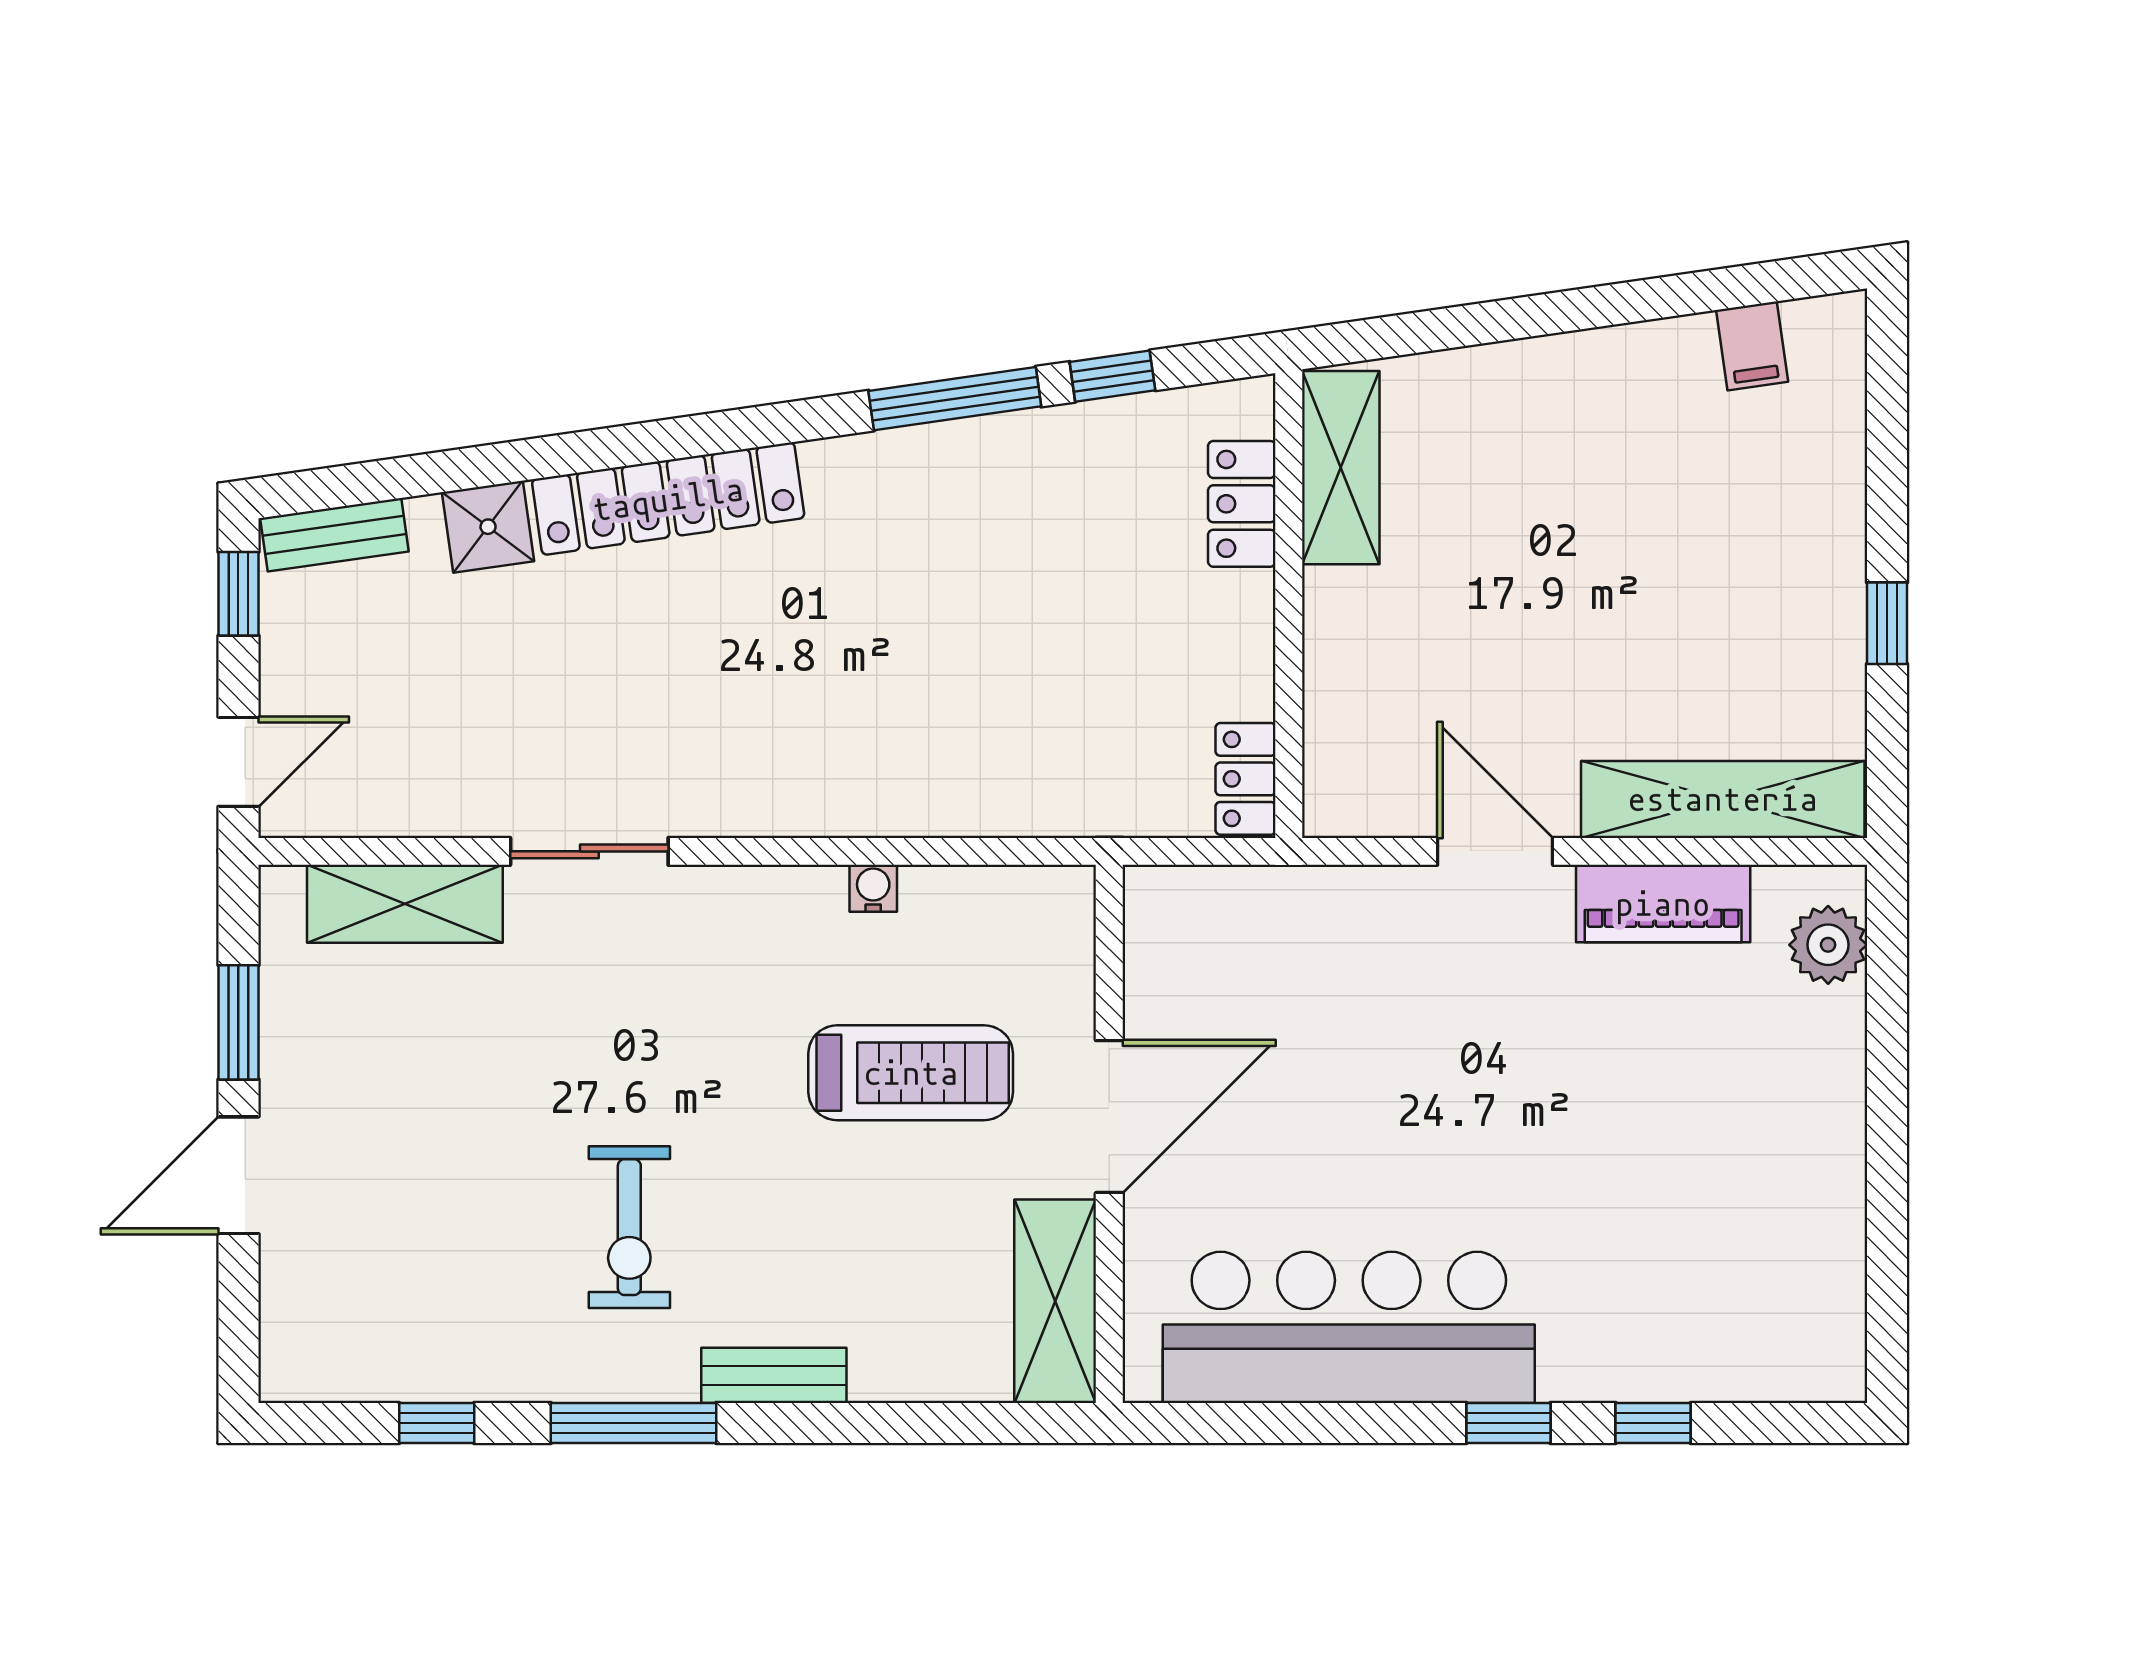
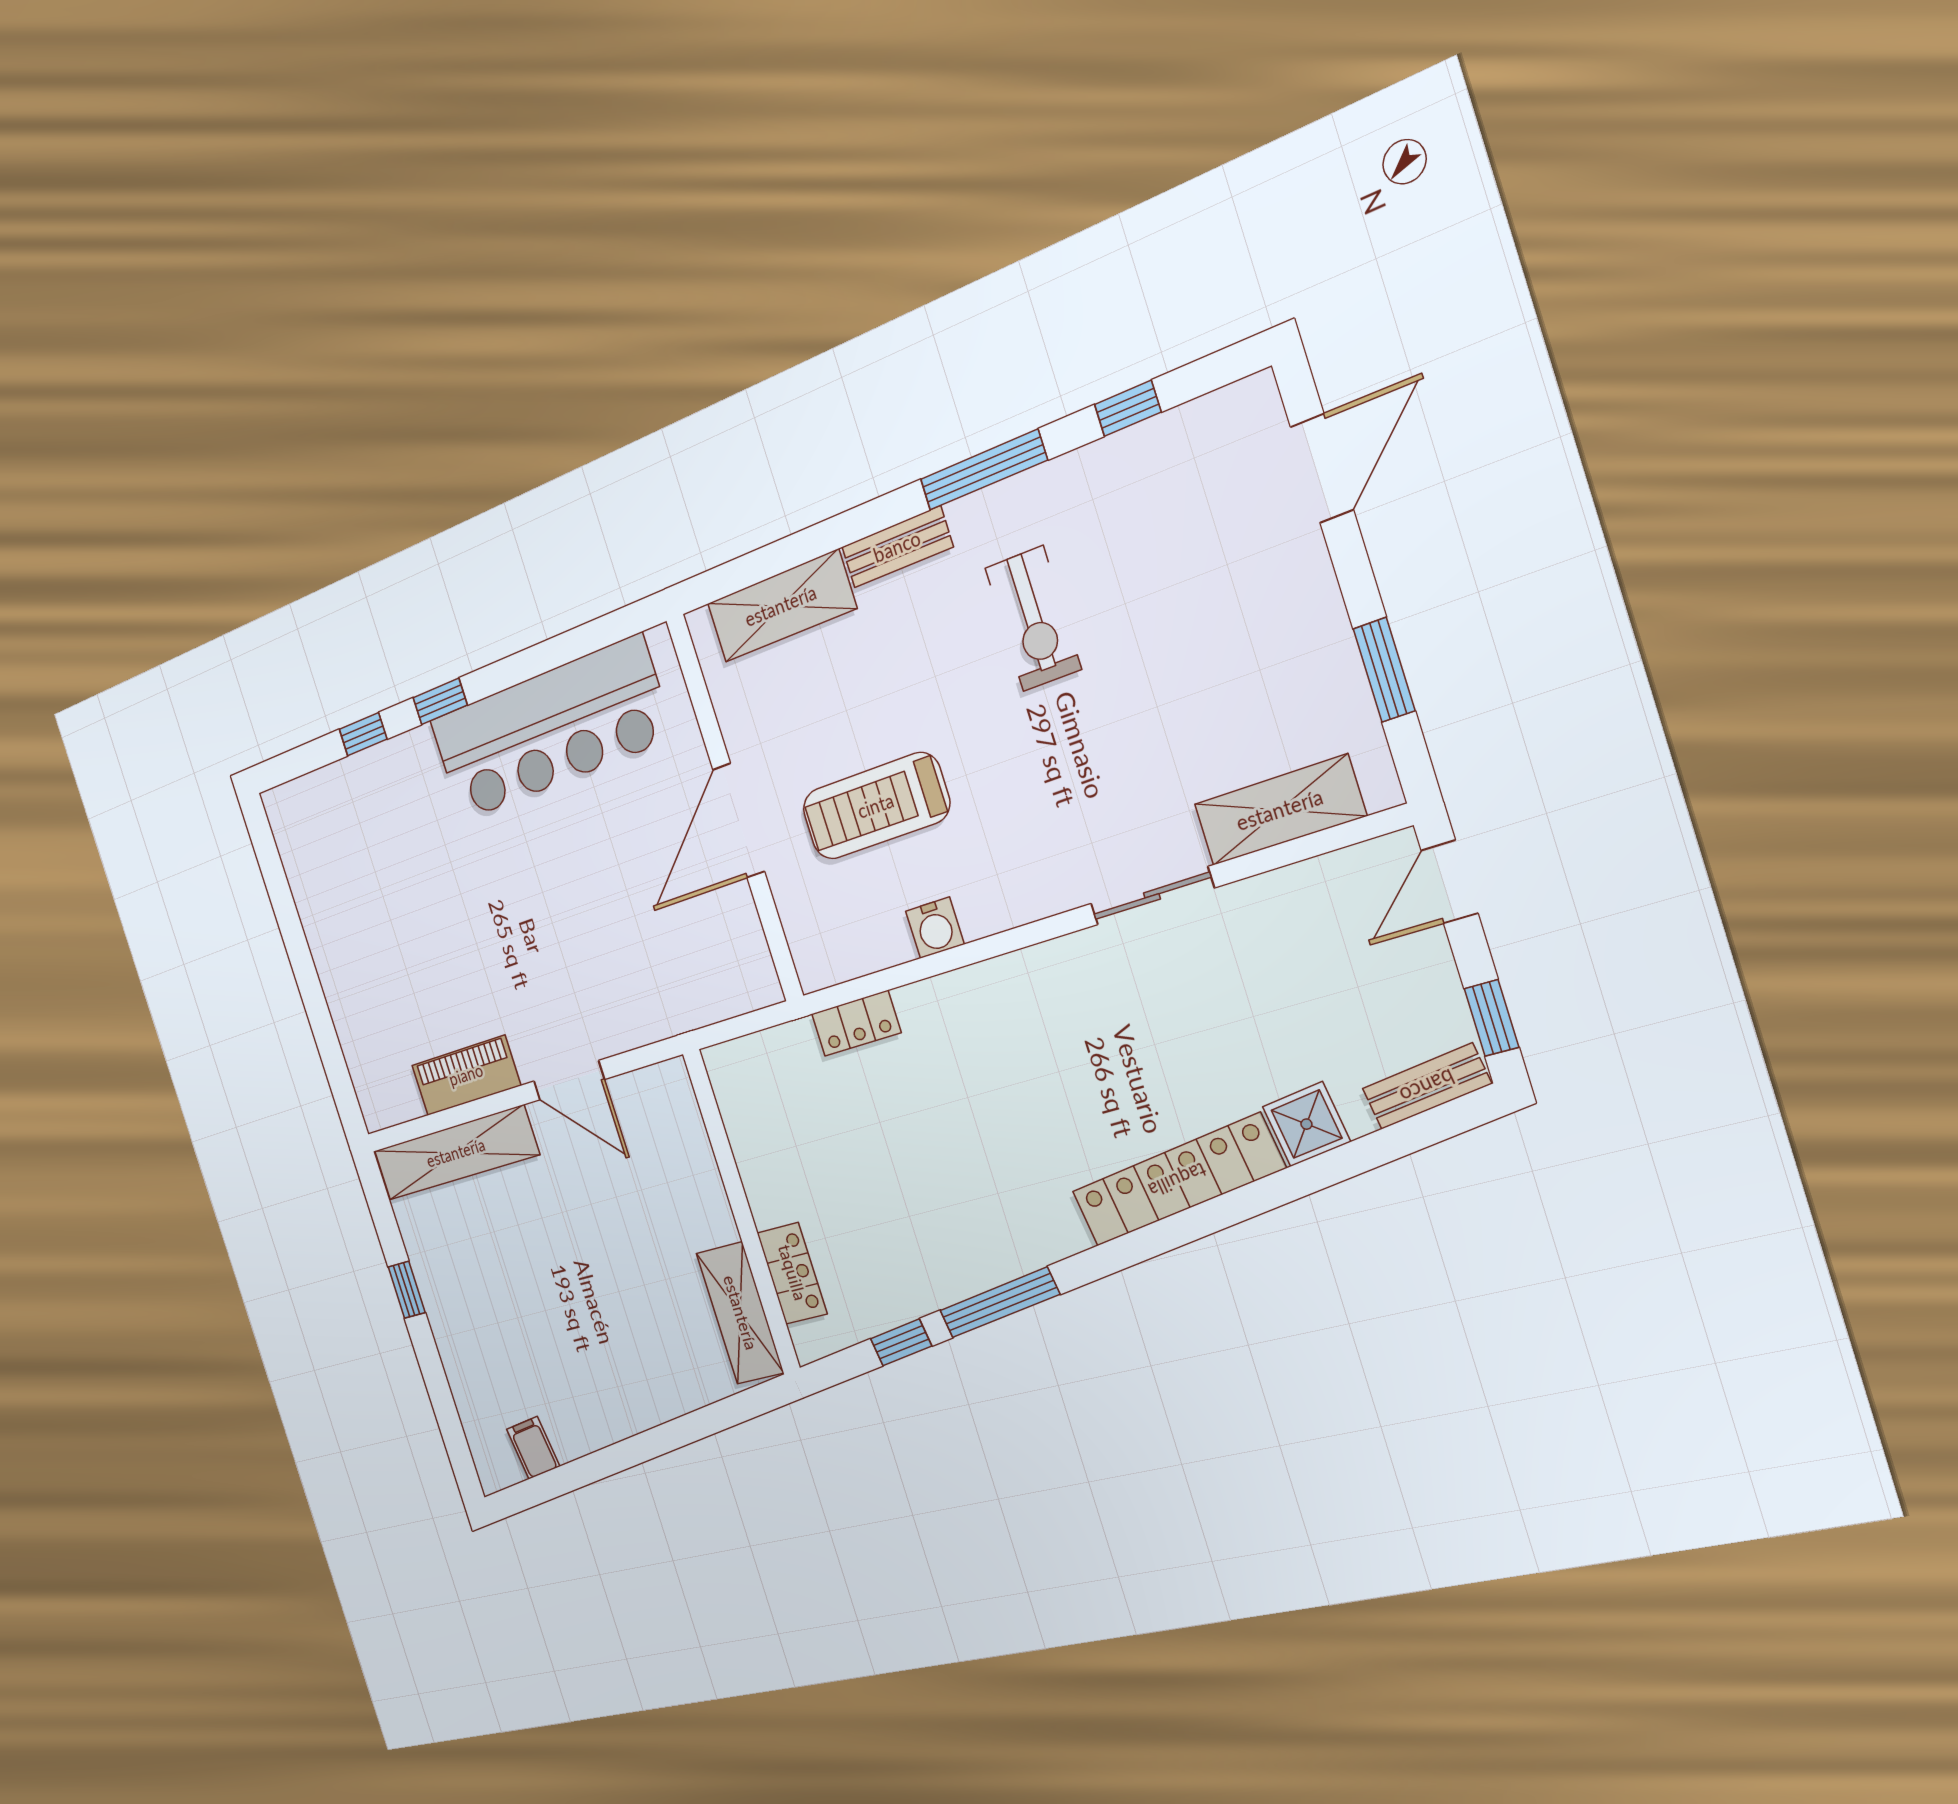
locker: (1246, 779) -> (856, 1023), moved, turned 90
water cooler: (873, 888) -> (935, 928), width x1.38, depth x1.38
plant: (1828, 945) -> (372, 1077), removed
door: (238, 1175) -> (1322, 468), moved
exercise bike: (629, 1227) -> (1033, 619), turned 180
shelving: (1055, 1301) -> (781, 606), moved, turned 90

